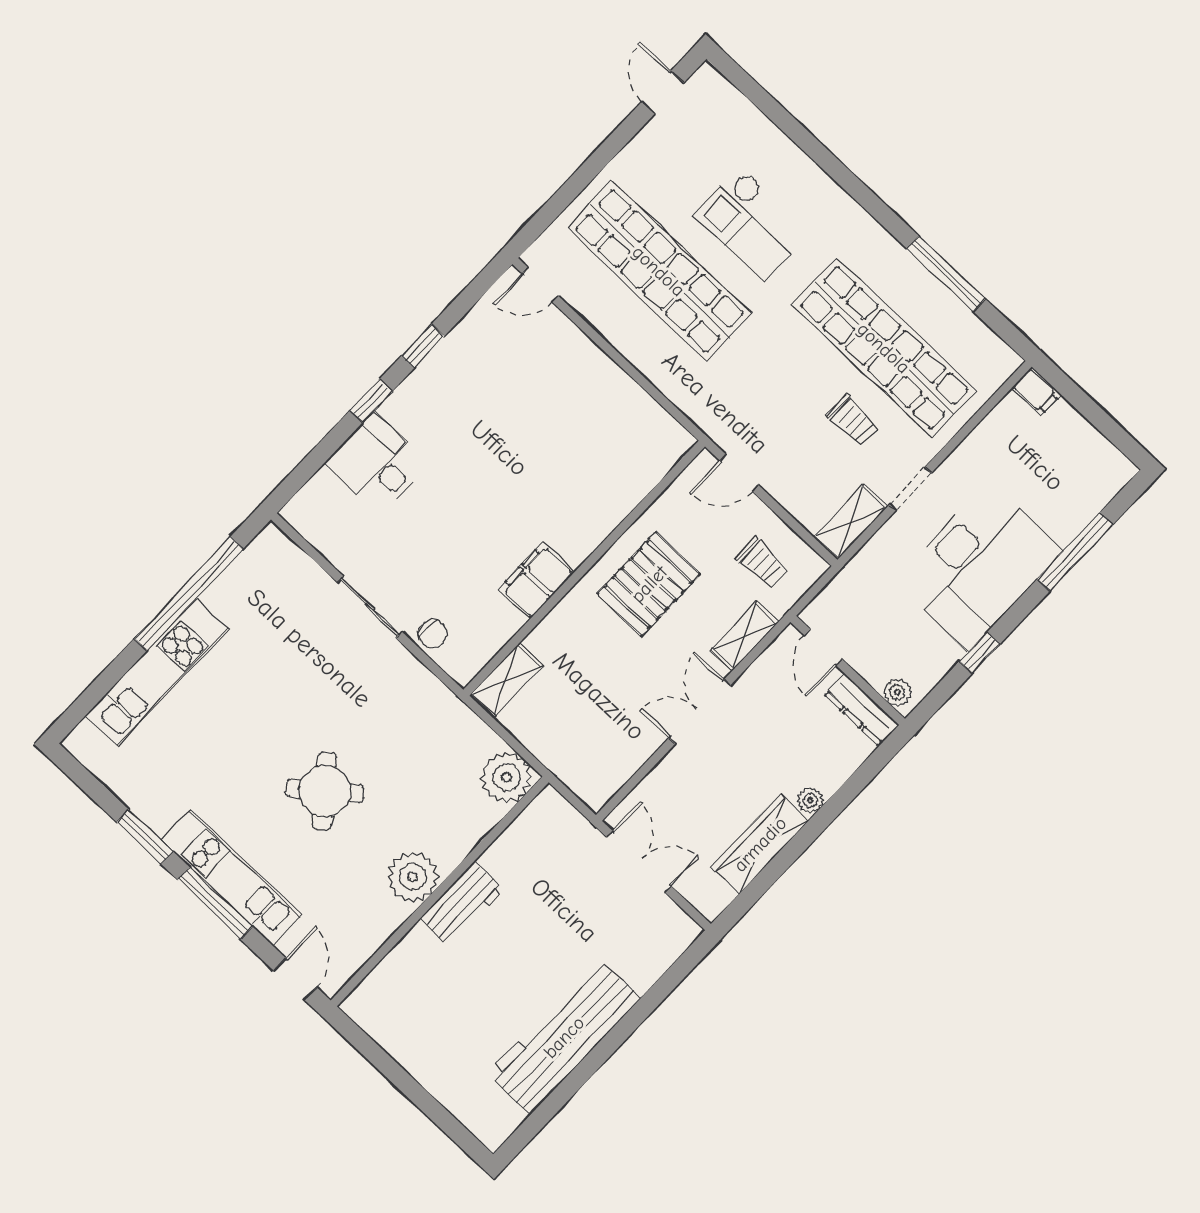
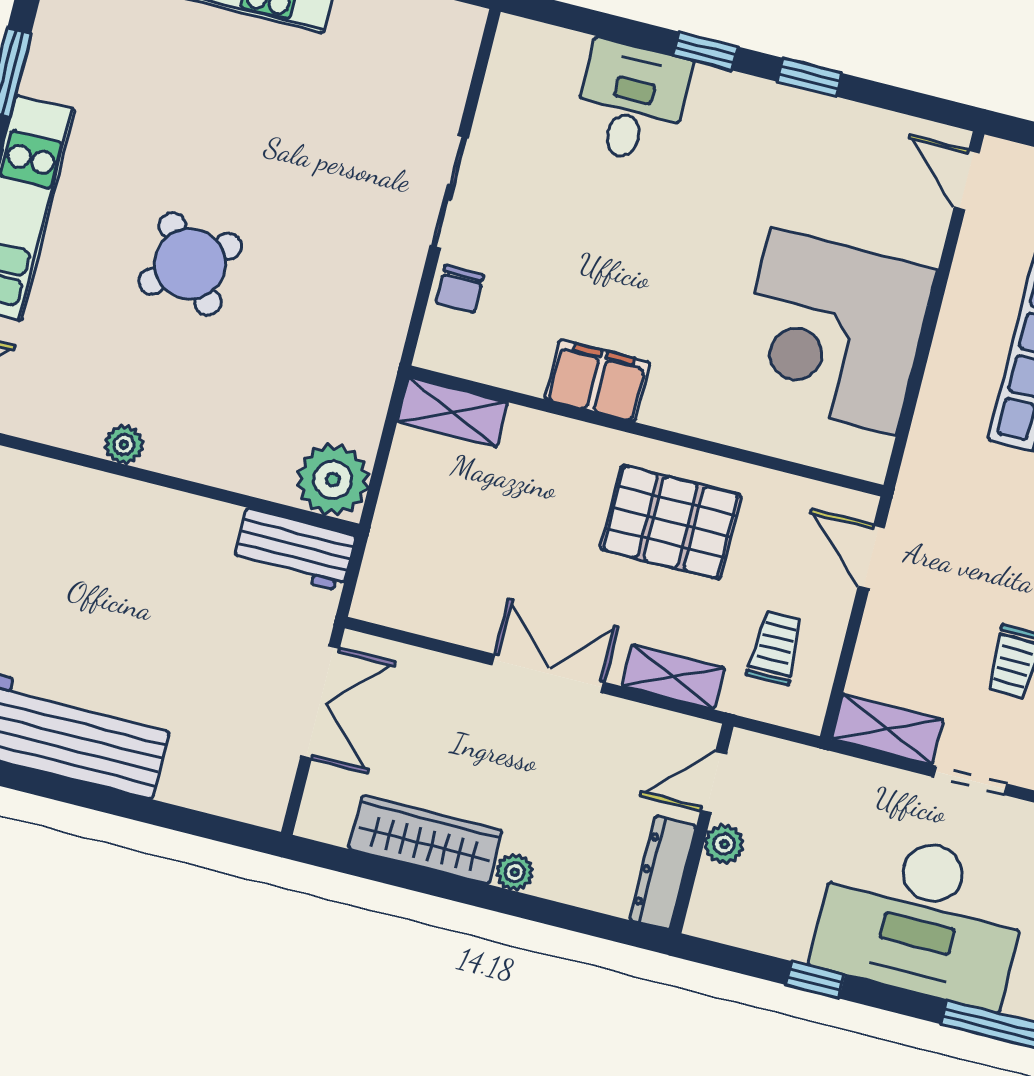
corner desk: (587, 419) -> (833, 331), added
trolley: (762, 563) -> (775, 648), turned 180
plant: (897, 693) -> (724, 844), moved
plant: (413, 877) -> (124, 444), width x0.53, depth x0.53
workbench: (462, 904) -> (294, 550), moved

